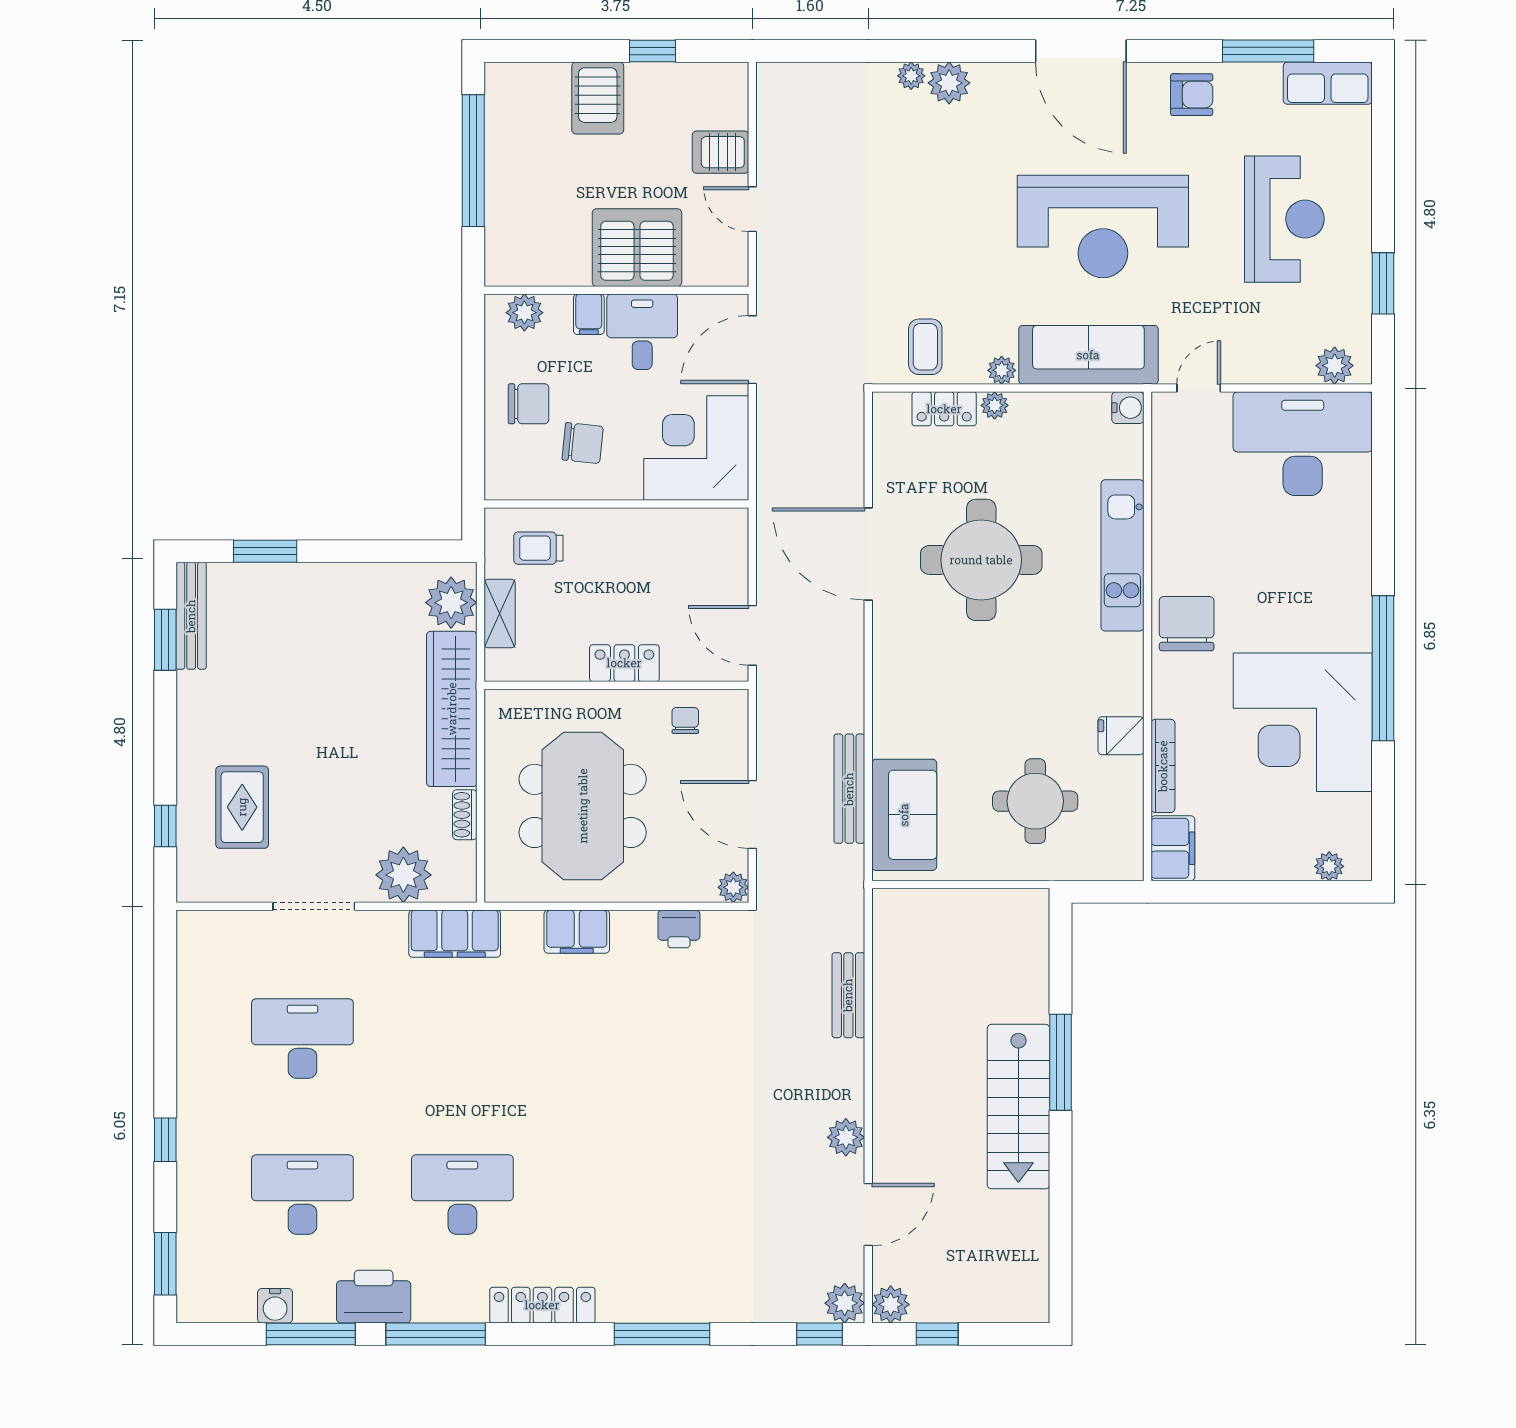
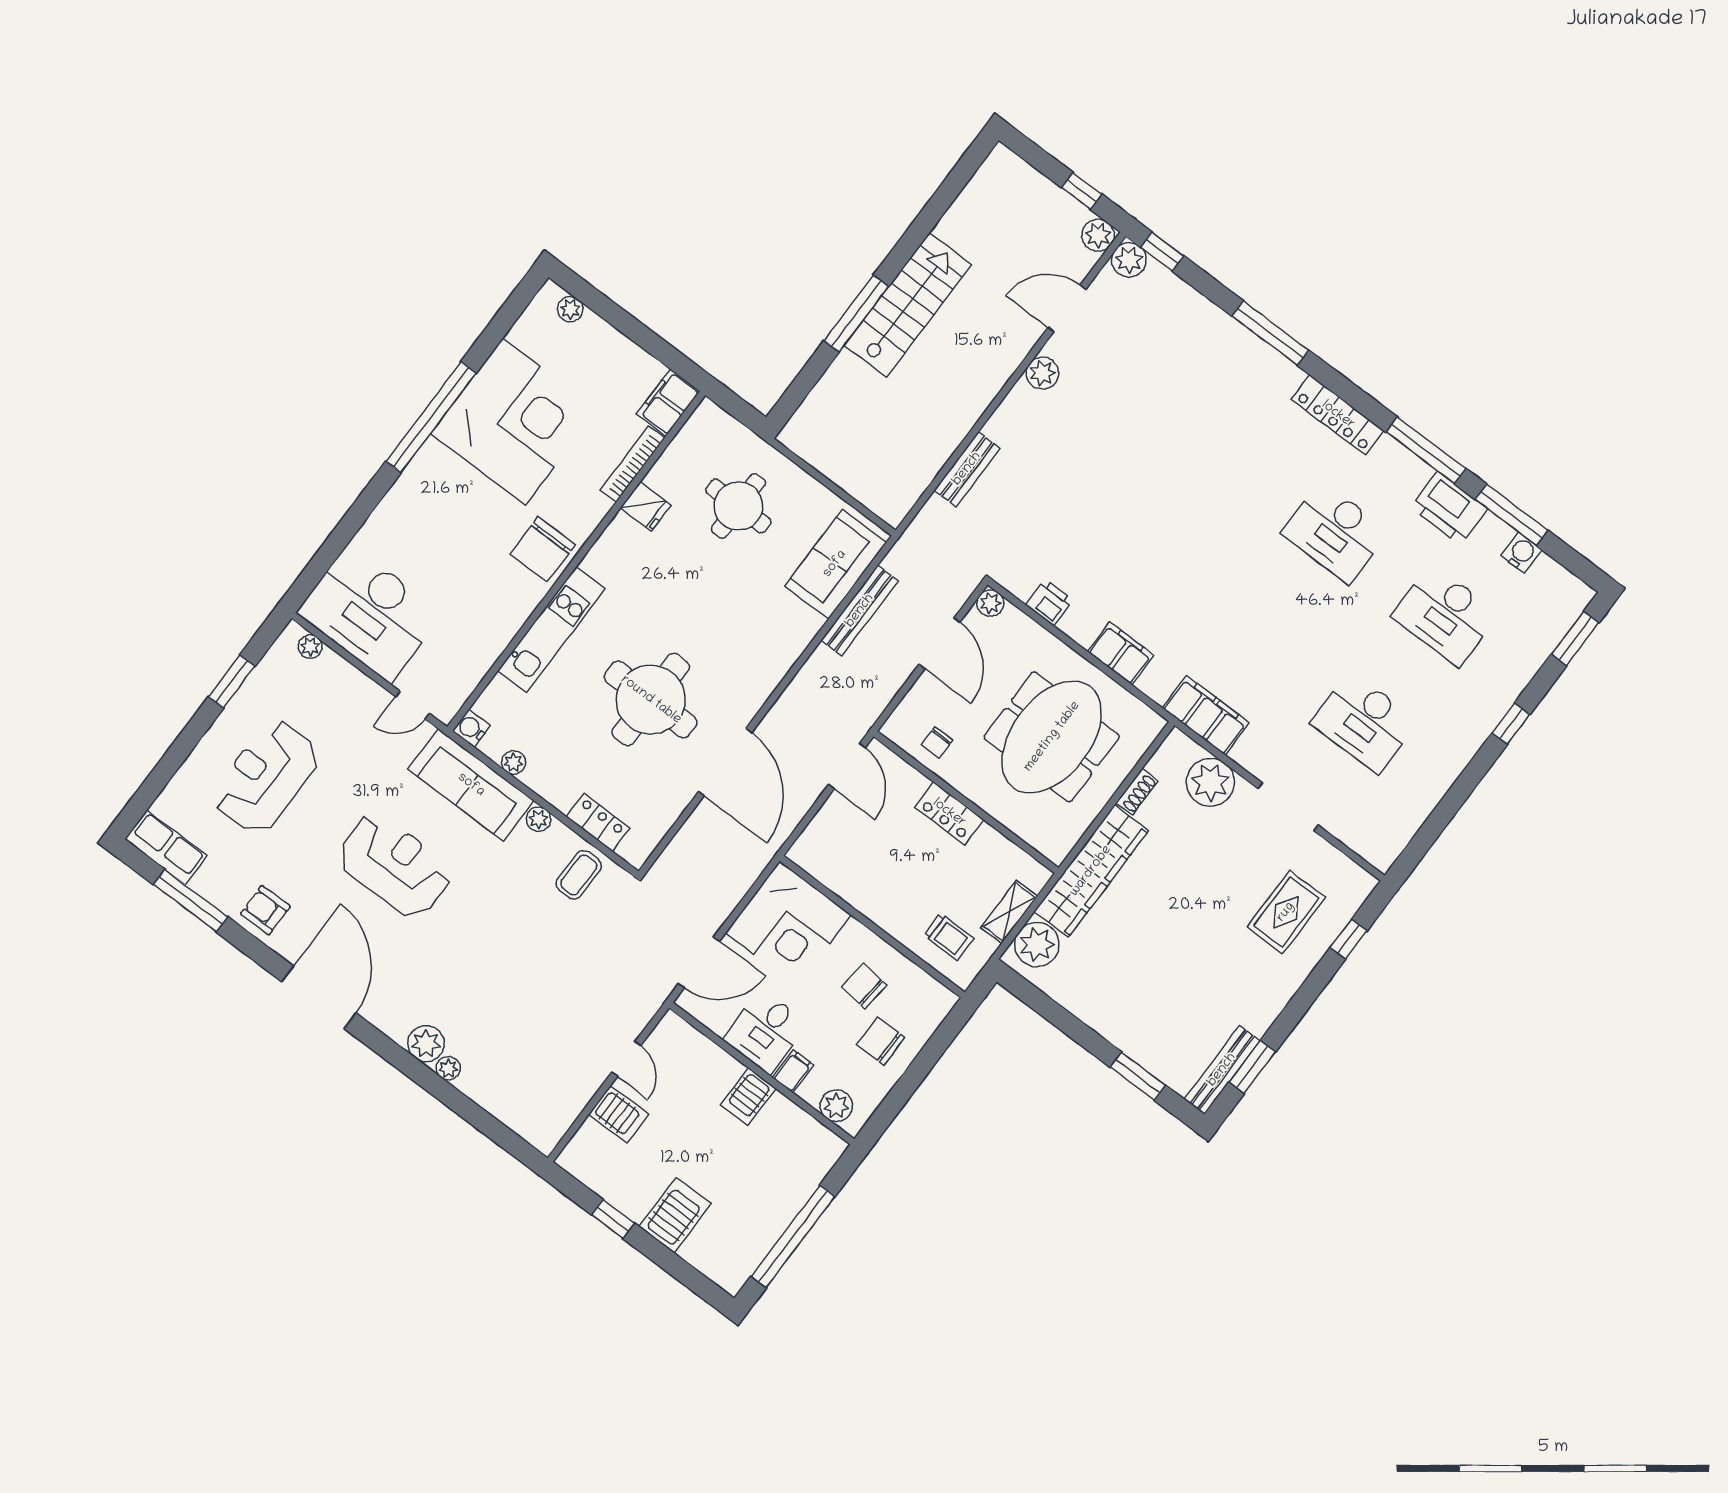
reception desk: (1103, 227) -> (395, 866), width x0.74, depth x0.77
server rack: (637, 248) -> (748, 1096), width x0.46, depth x0.70
plant: (1335, 366) -> (310, 647), width x0.73, depth x0.73
plant: (995, 405) -> (513, 762), moved

